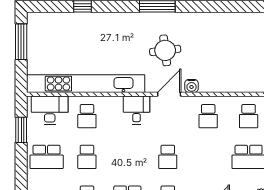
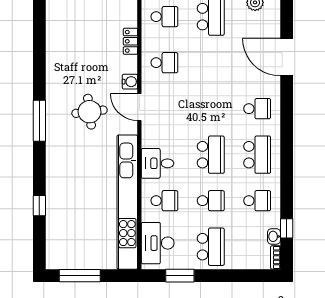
locker: (227, 86) -> (130, 41), added
desk: (137, 110) -> (157, 163), moved
school desk: (168, 157) -> (211, 155), moved, width x1.85

